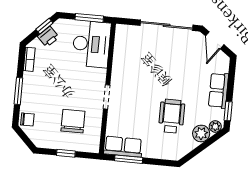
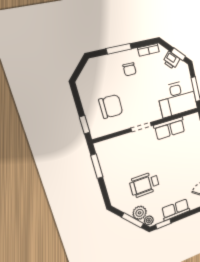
wheelchair: (172, 116) -> (145, 185), turned 180
chair: (27, 119) -> (130, 69), moved
window: (206, 144) -> (133, 220), added
row of seats: (123, 147) -> (170, 128), moved, turned 90
window: (66, 153) -> (85, 125), moved

